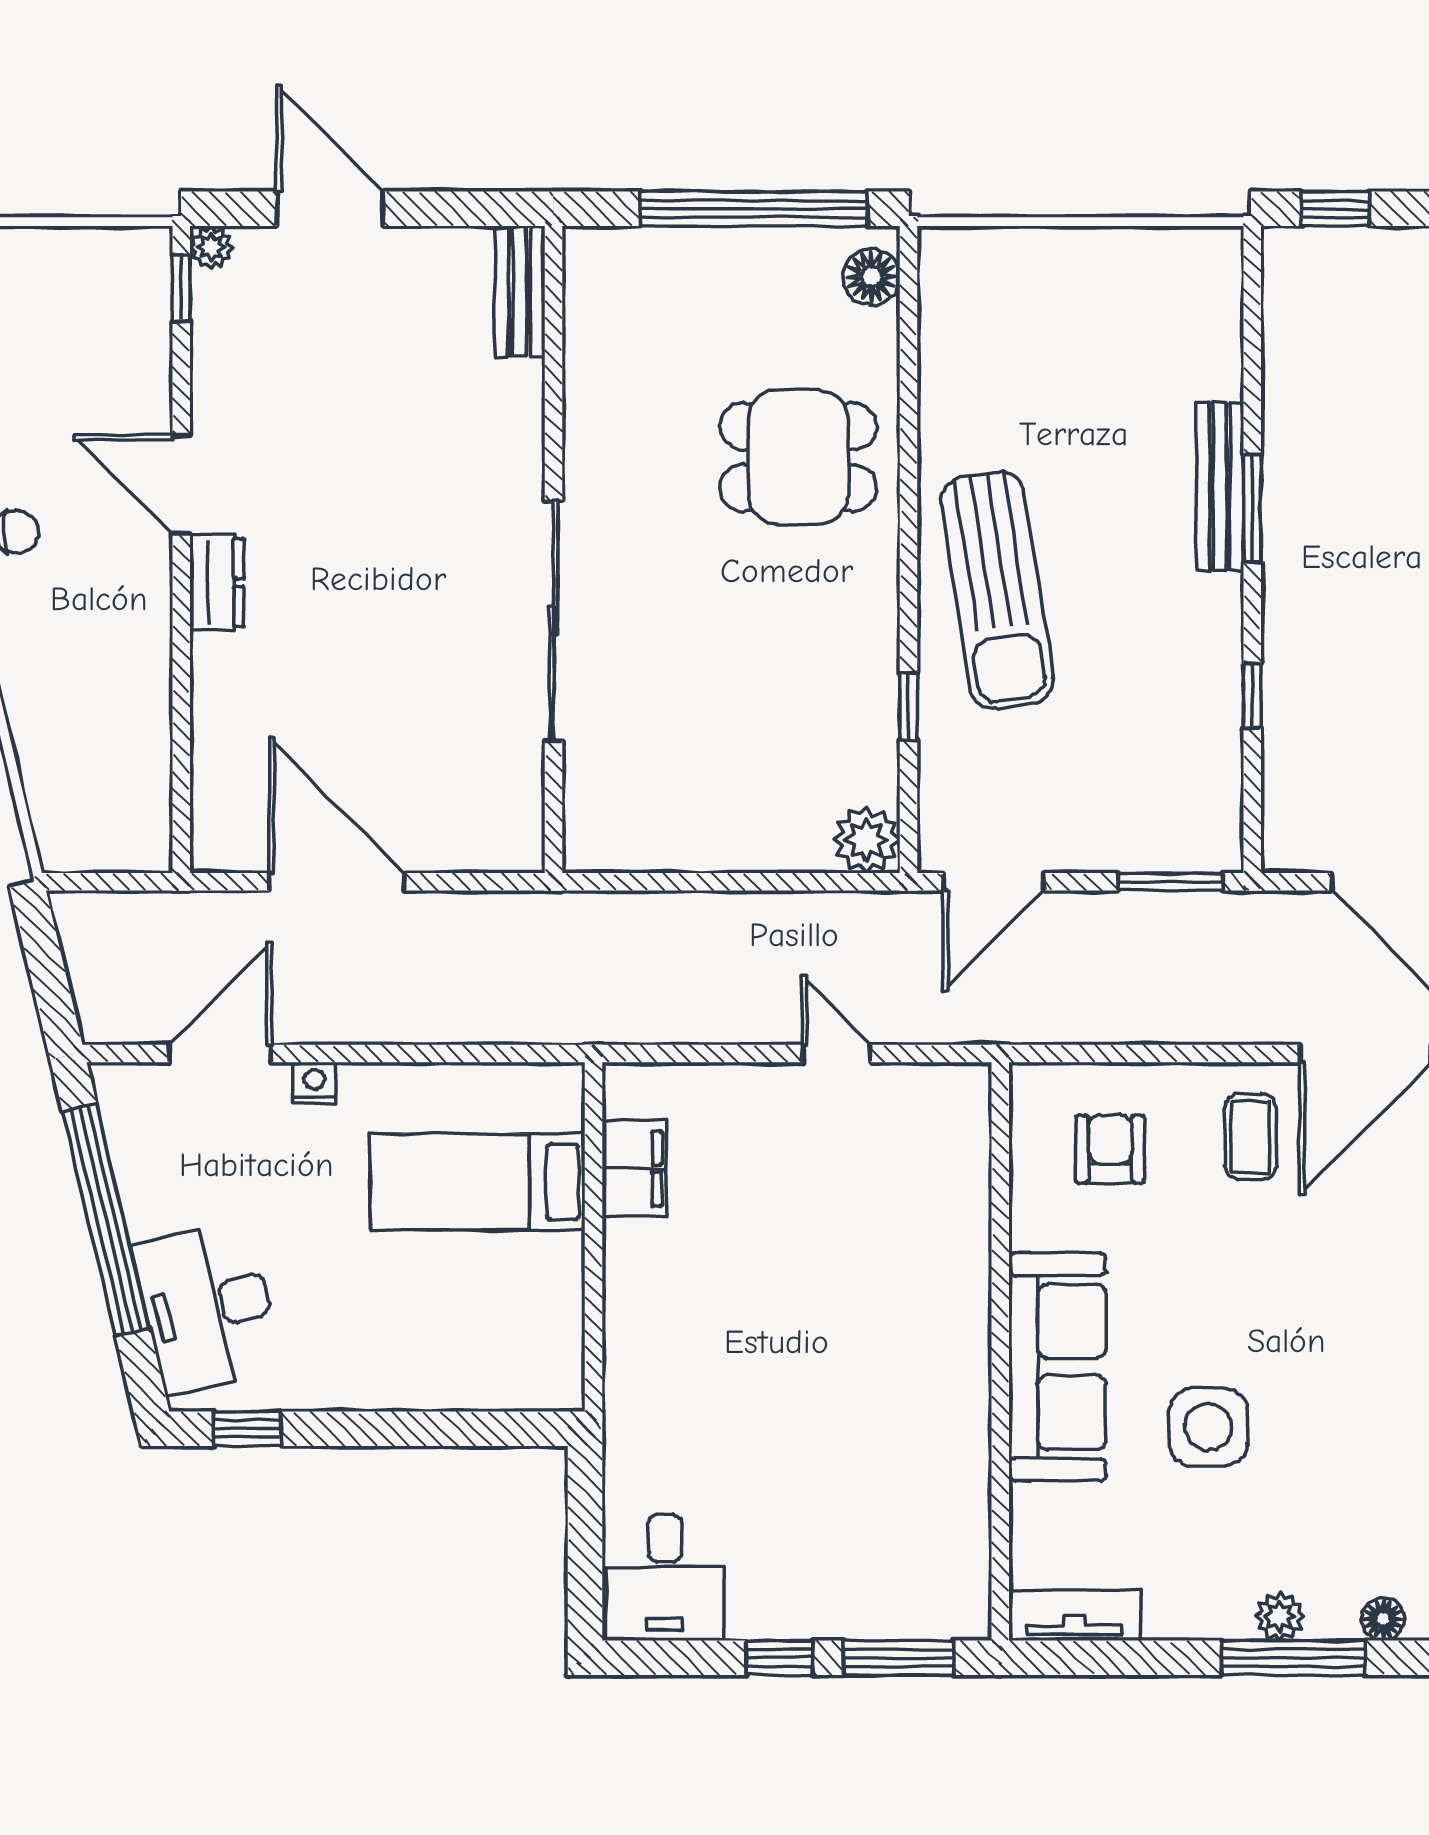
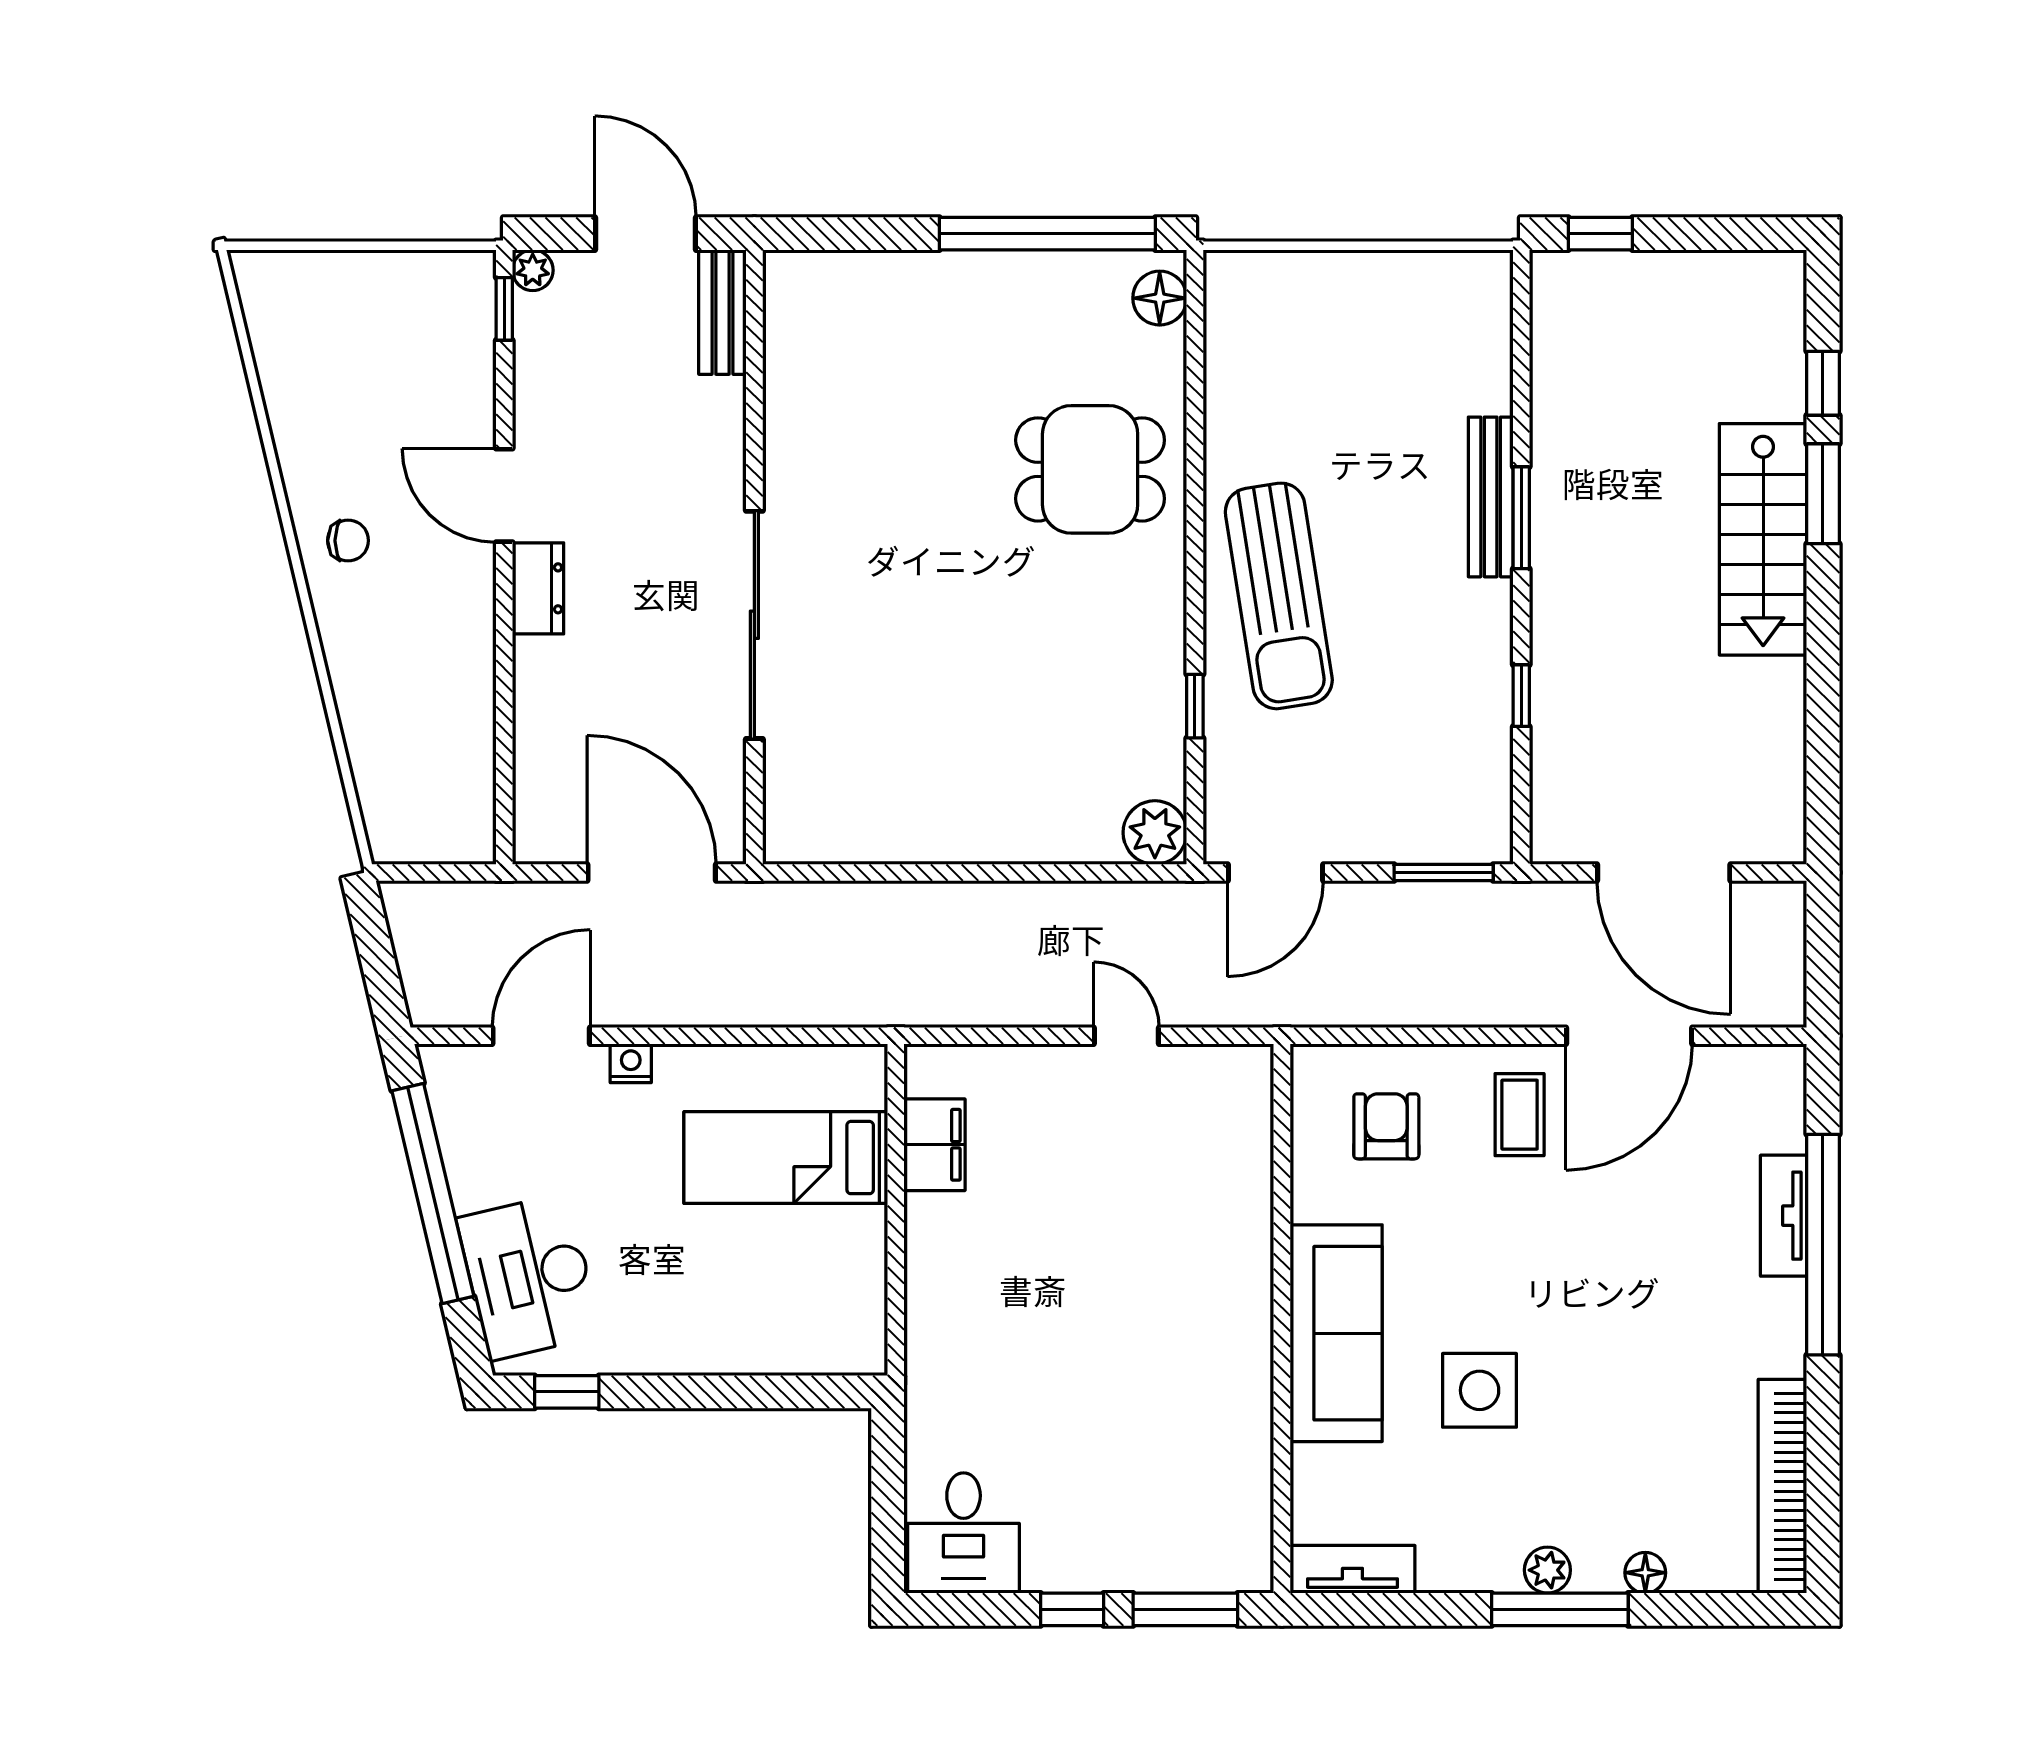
bench: (520, 292) -> (722, 312), moved
wall: (553, 550) -> (754, 557), moved
sliding door: (553, 621) -> (754, 625), moved

